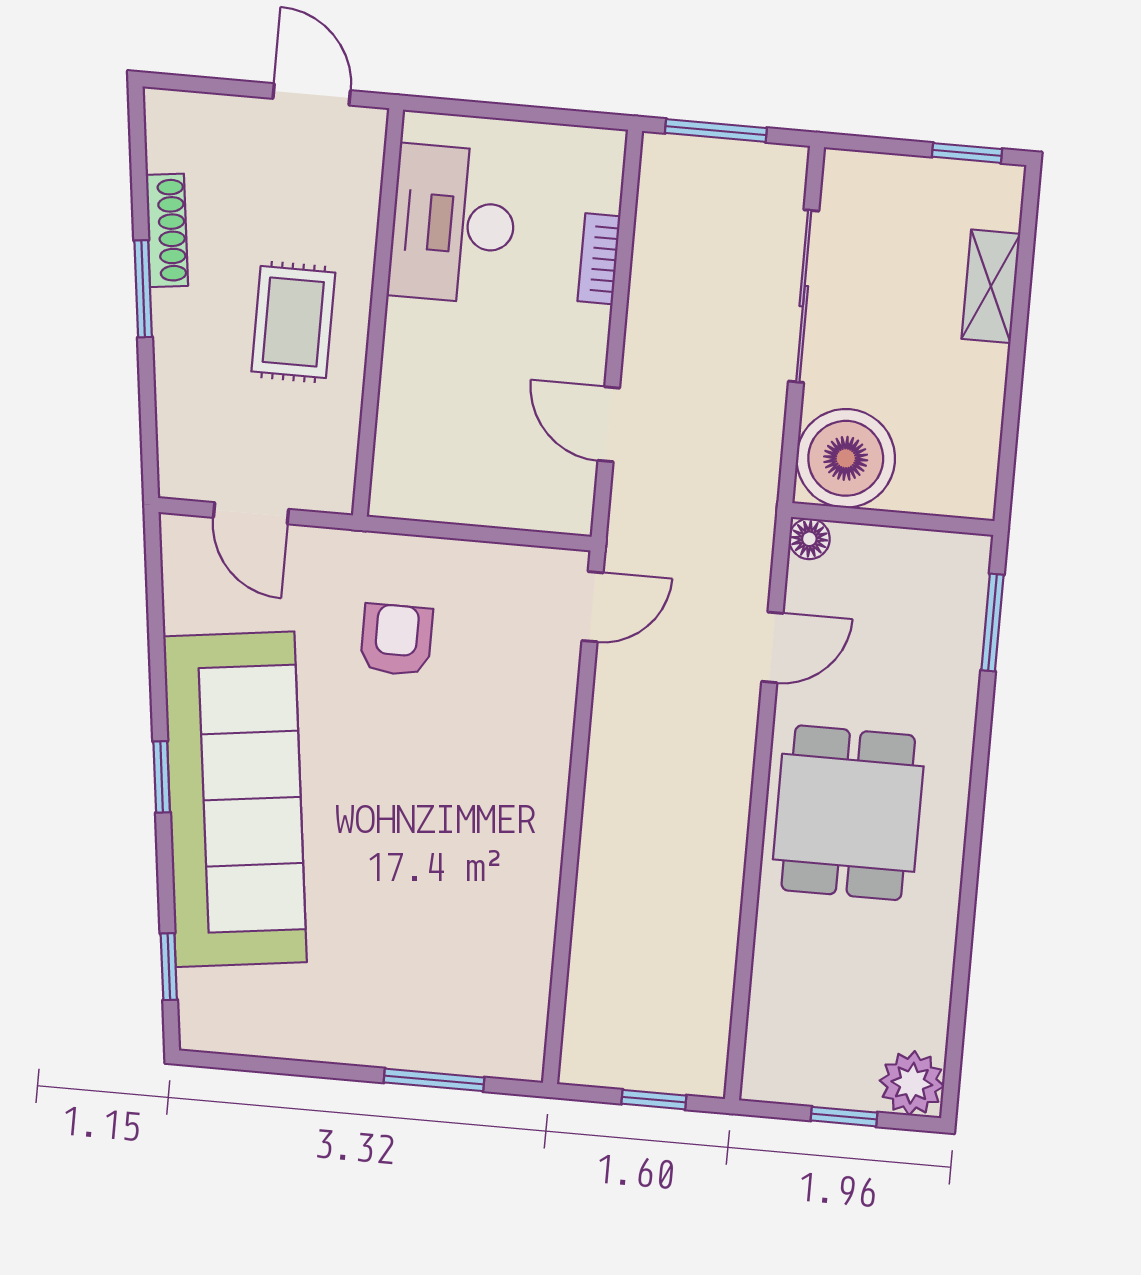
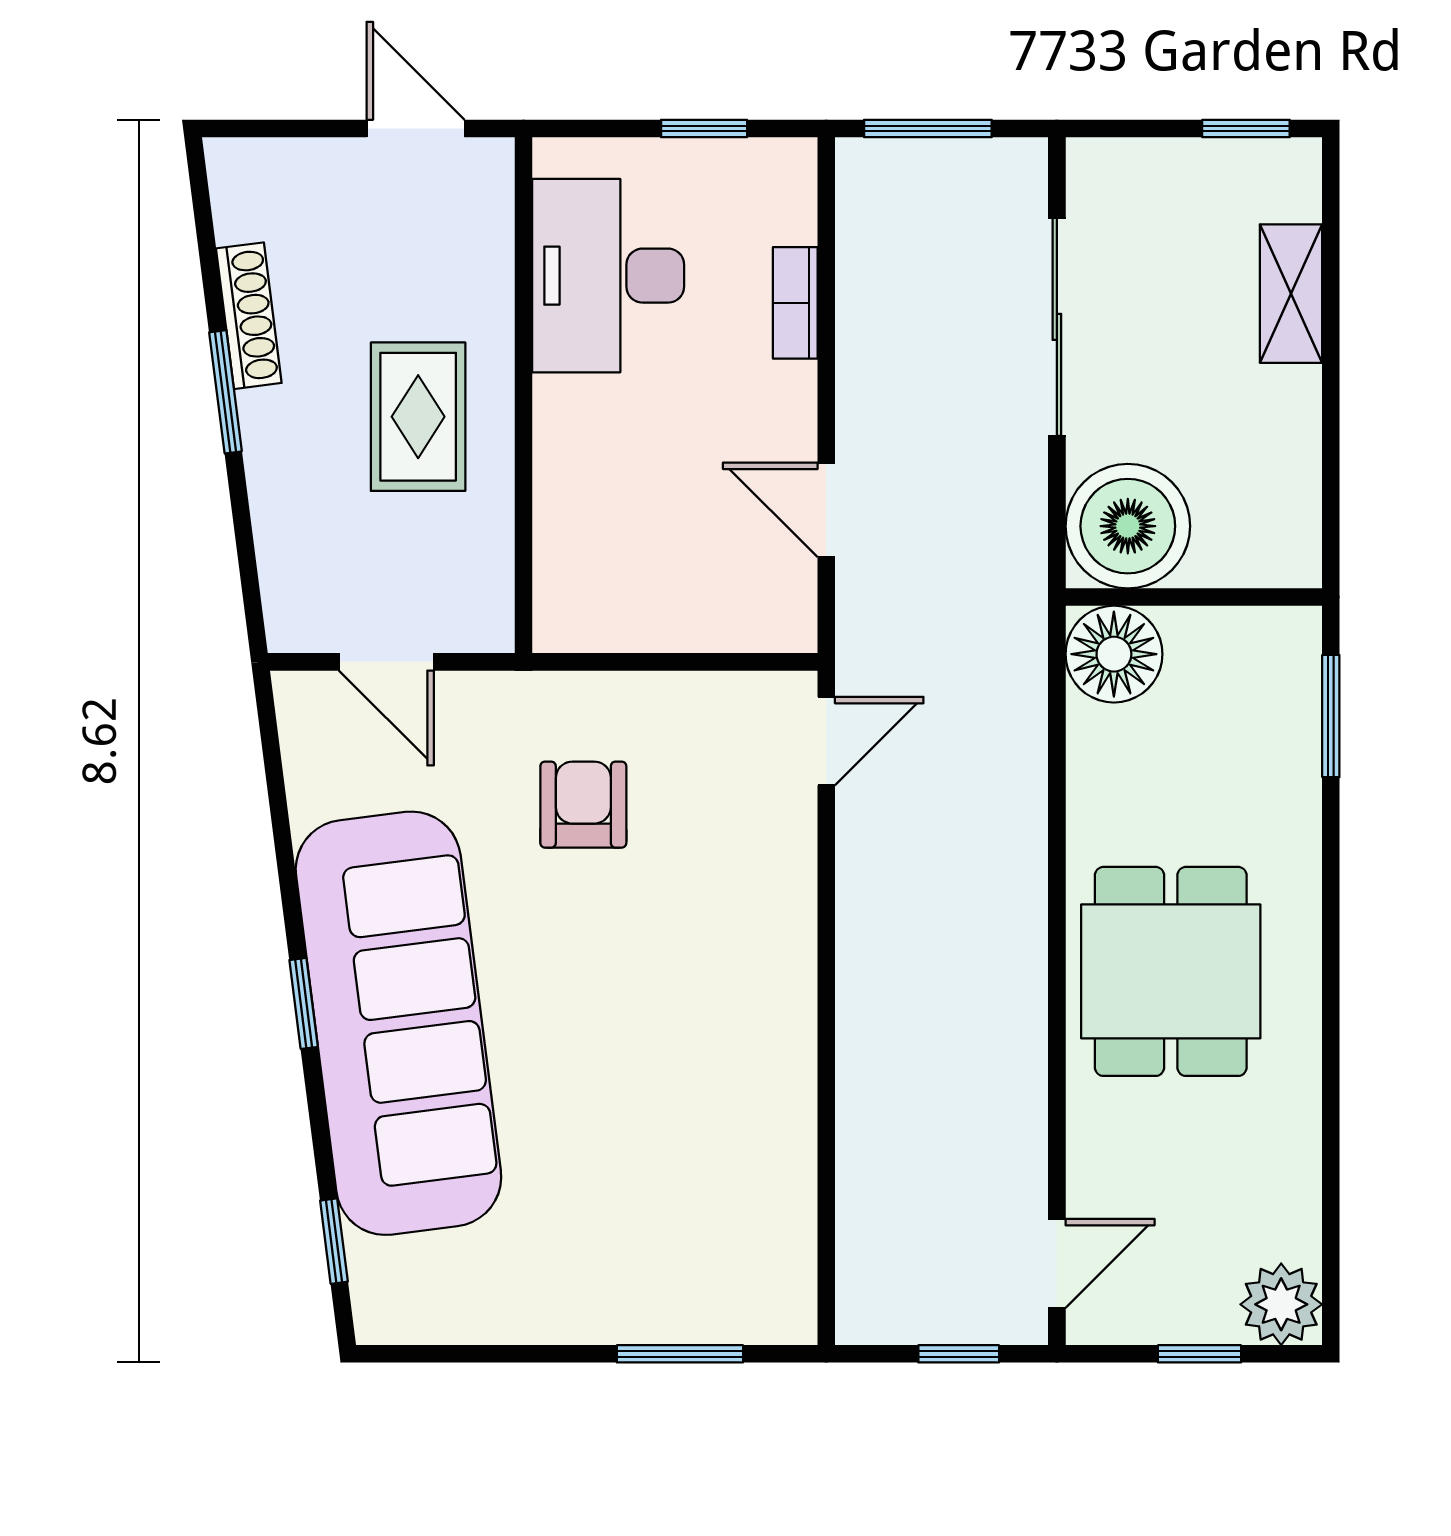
window: (539, 115) -> (704, 129), added
floor lamp: (809, 539) -> (1114, 654), width x1.89, depth x1.89
door: (772, 647) -> (1057, 1263), moved

